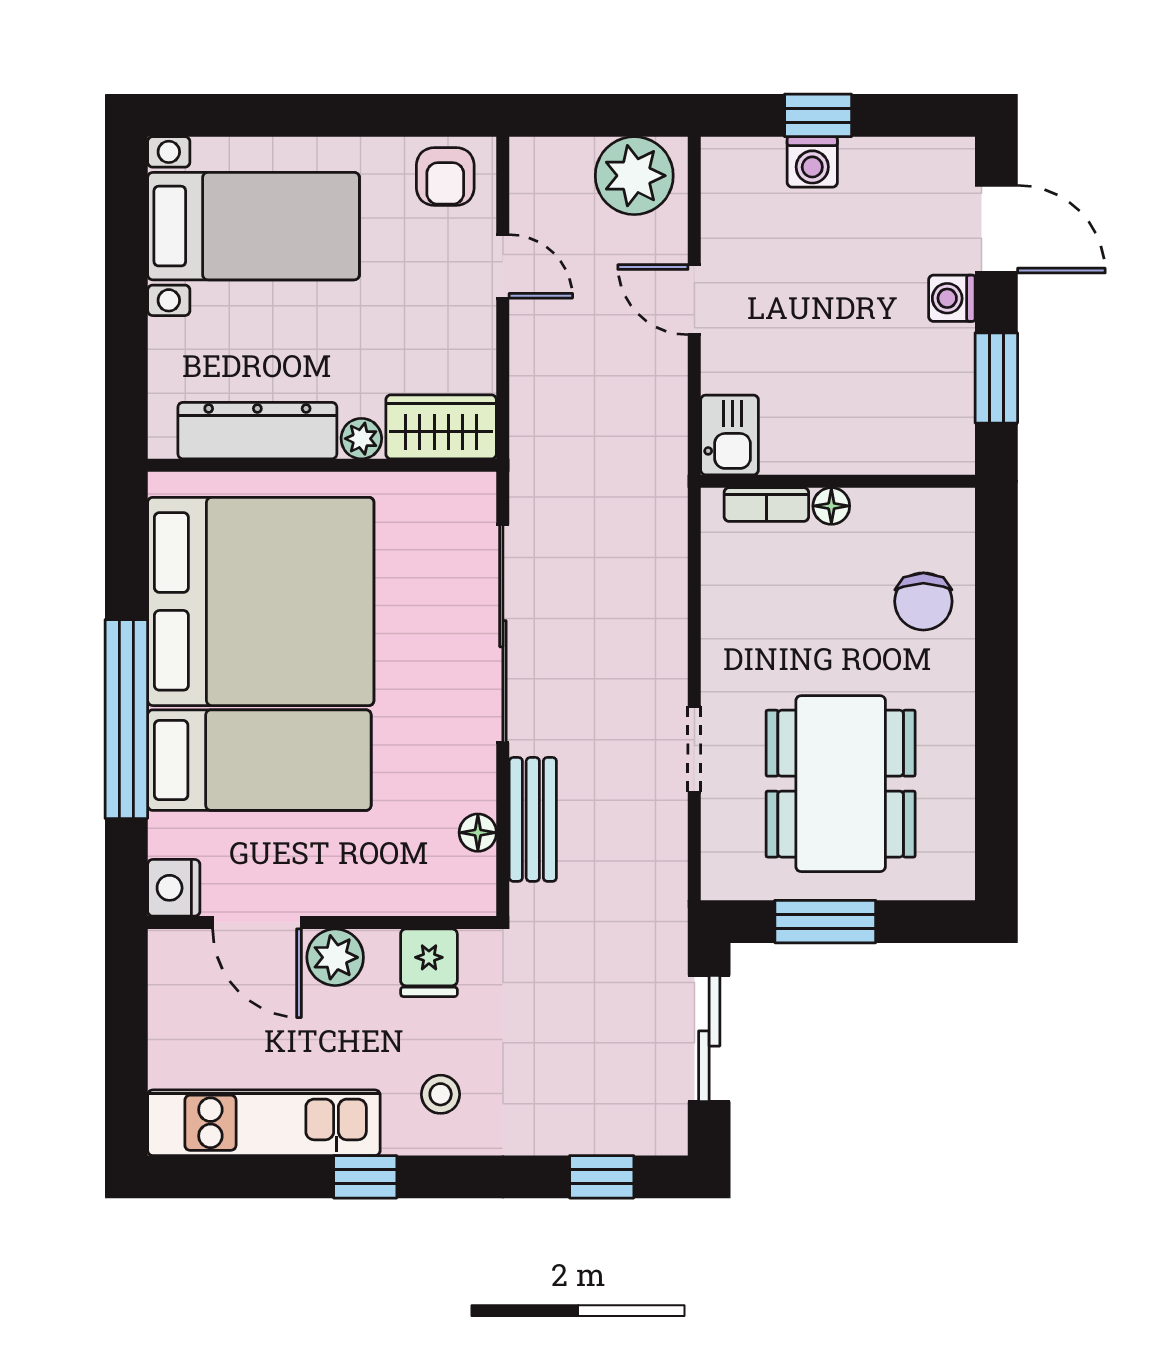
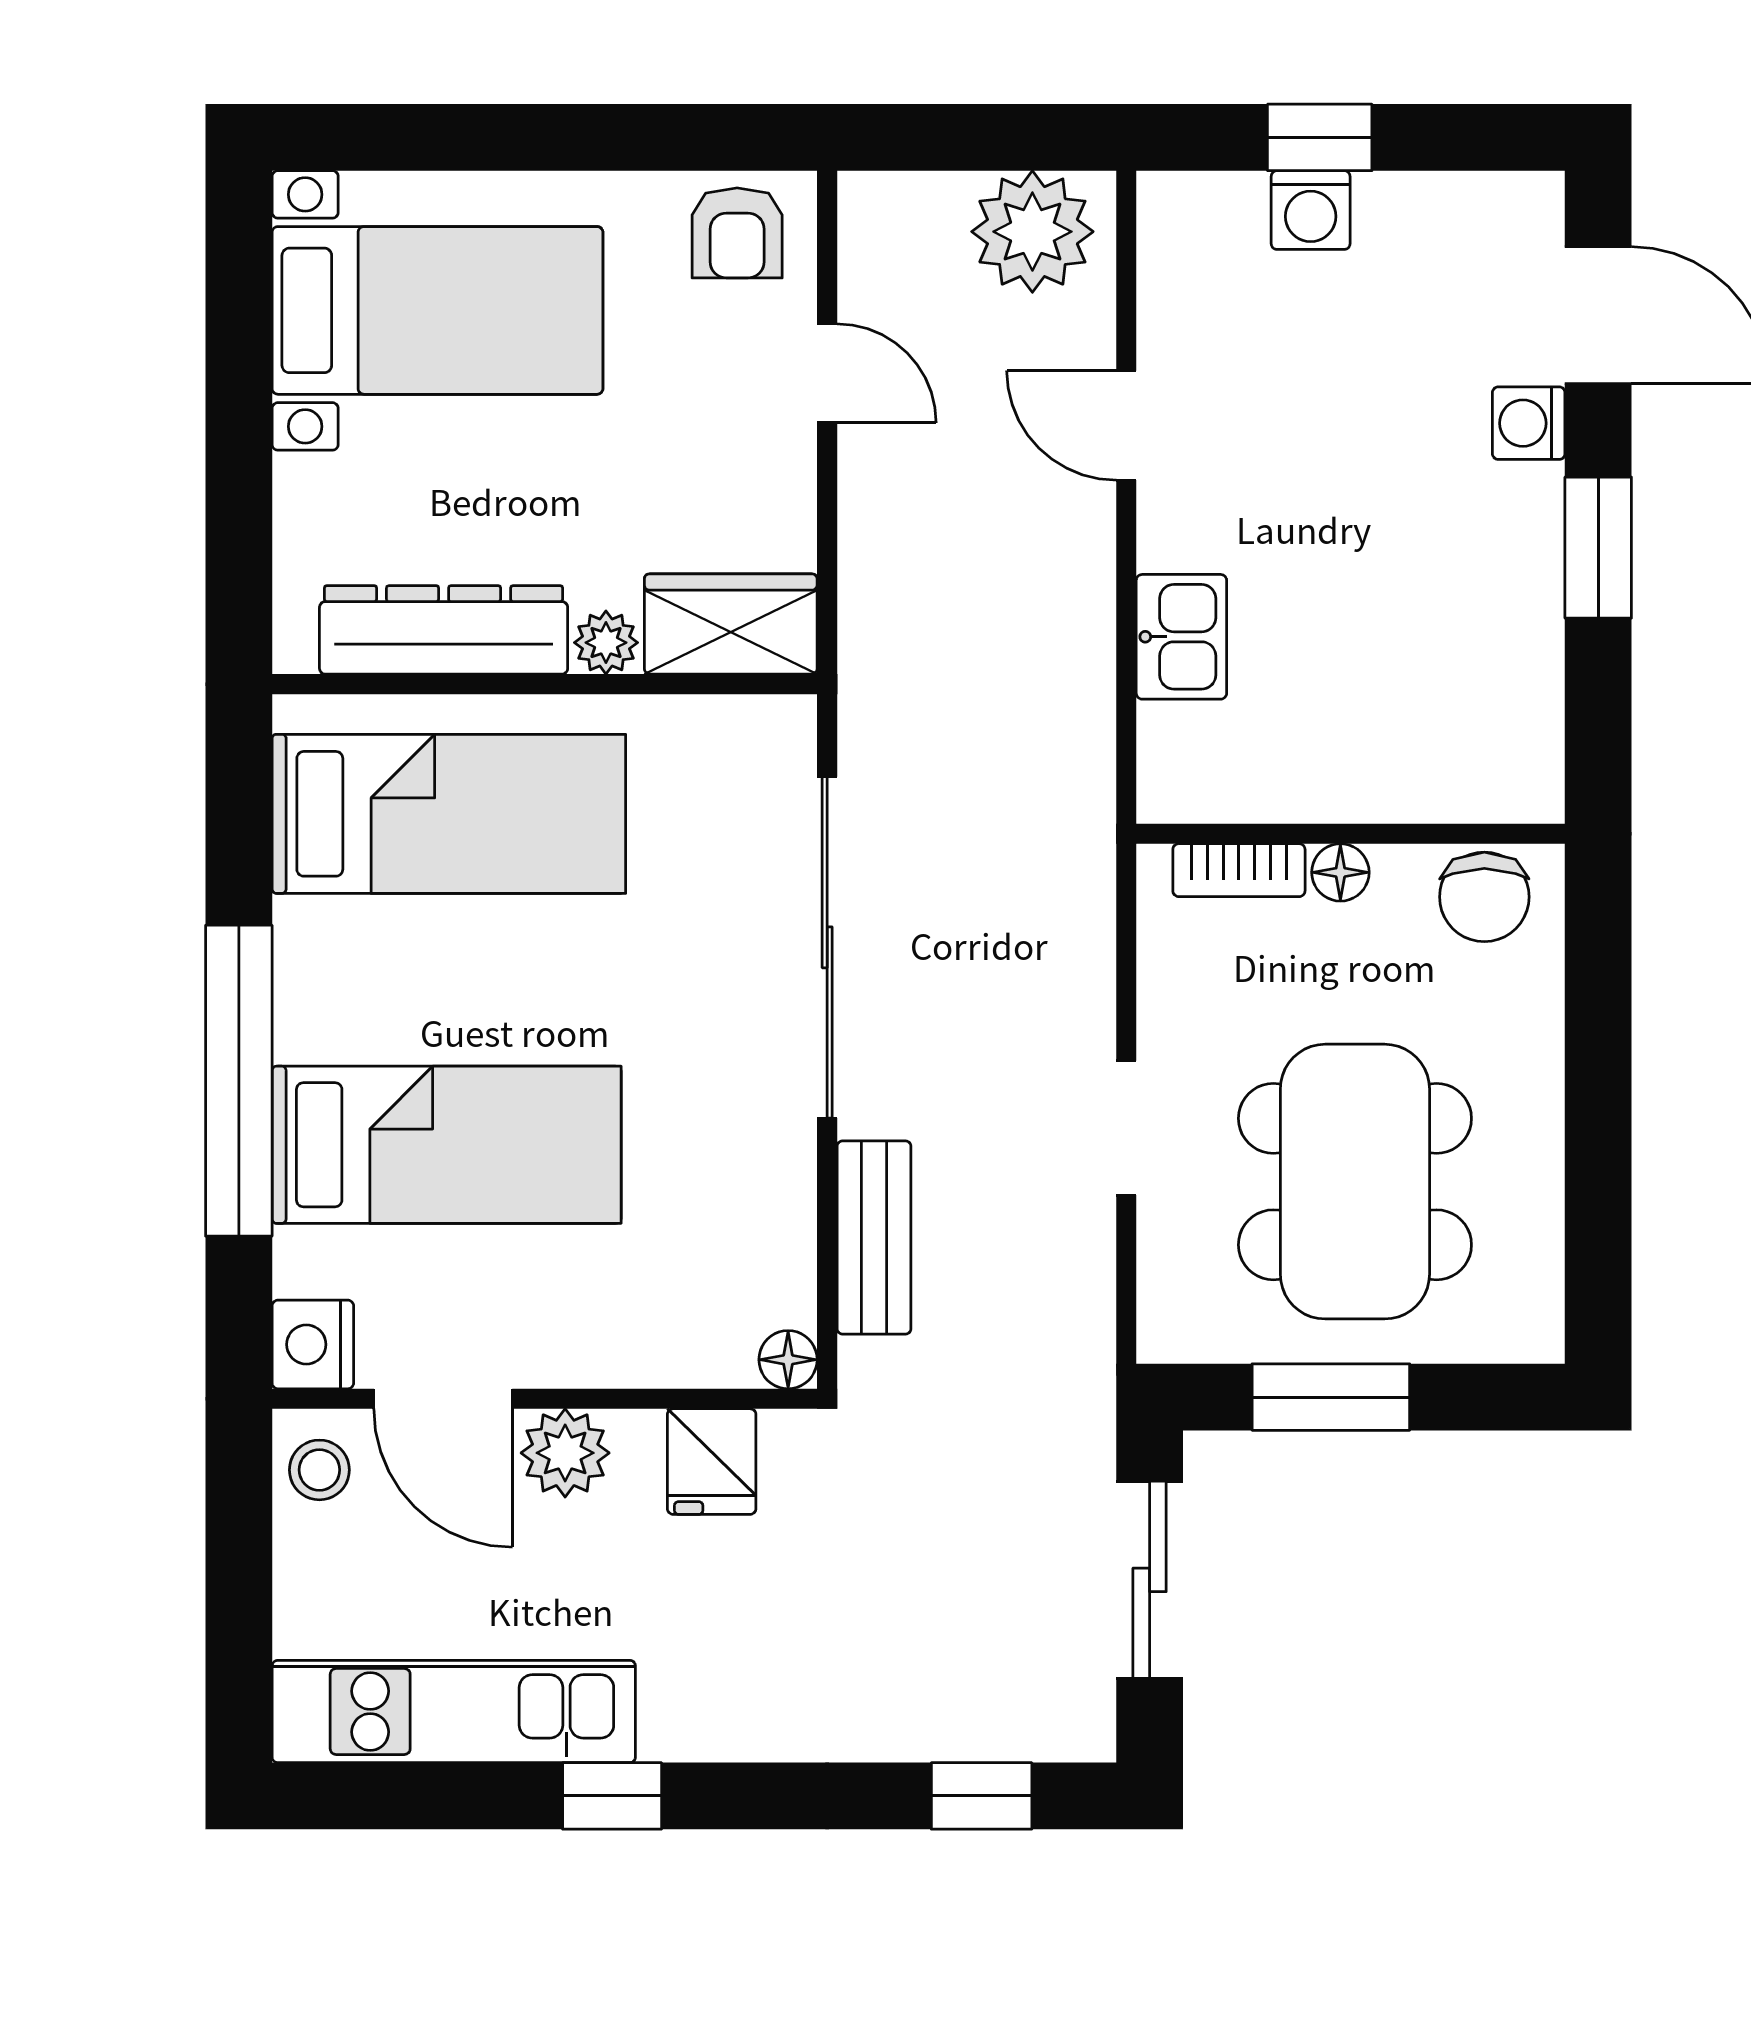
wall: (838, 481) -> (1351, 834), moved
bookcase: (766, 505) -> (1239, 870), moved
floor lamp: (831, 506) -> (1340, 872), moved
bed: (261, 601) -> (449, 814), width x0.49
floor lamp: (478, 833) -> (788, 1360), moved
stool: (441, 1094) -> (319, 1470), moved

